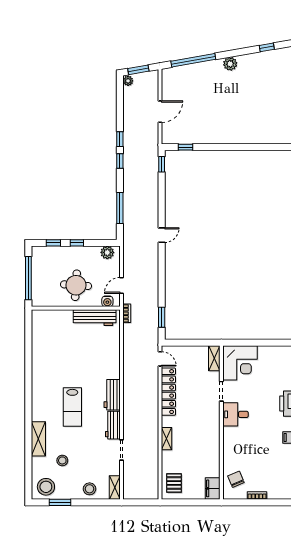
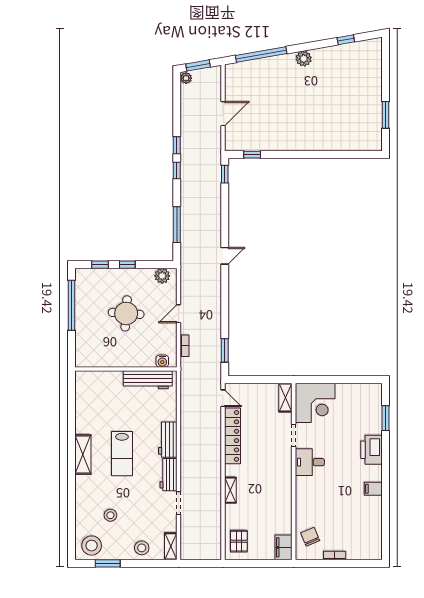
water cooler: (107, 301) -> (162, 361), moved
wall: (76, 308) -> (126, 369), moved
workbench: (95, 318) -> (148, 380), moved
shelving: (38, 439) -> (83, 454), moved

